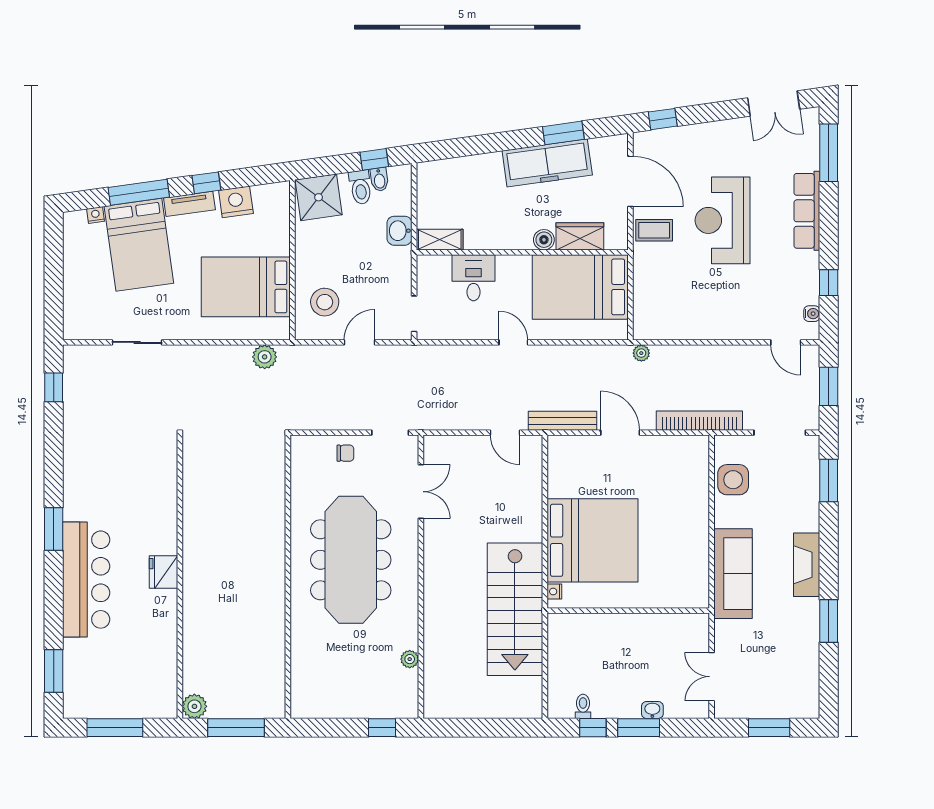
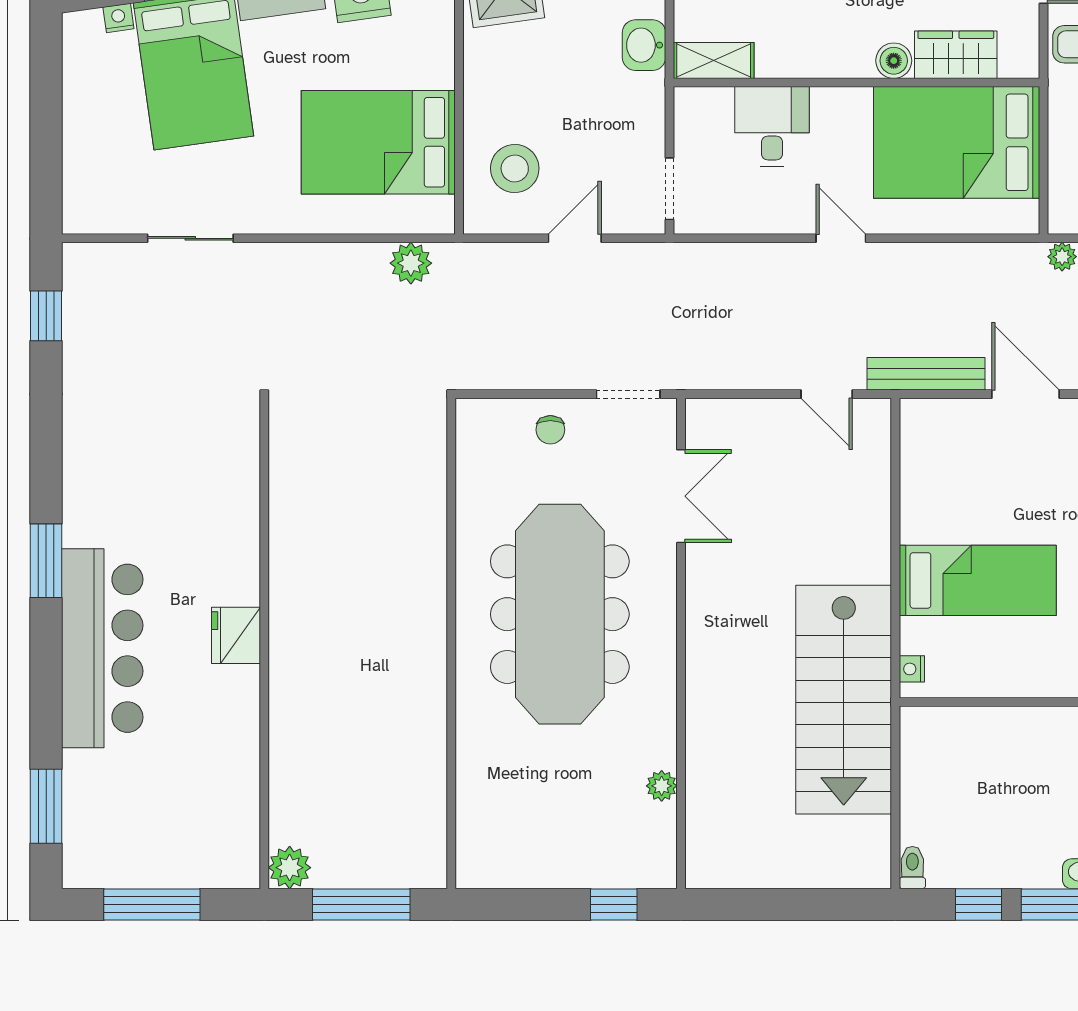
chair: (345, 453) -> (550, 430), turned 90
bed: (592, 540) -> (978, 580), width x0.49
toilet: (583, 706) -> (912, 868), moved

